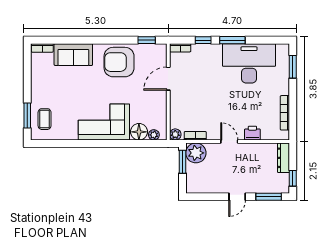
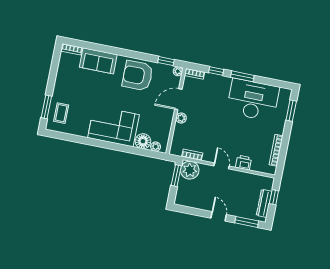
plant: (162, 49) -> (178, 71), added
plant: (175, 134) -> (181, 118), moved
dresser: (283, 158) -> (264, 203), moved
window: (293, 178) -> (274, 197), moved
door: (237, 197) -> (219, 216), swing flipped

